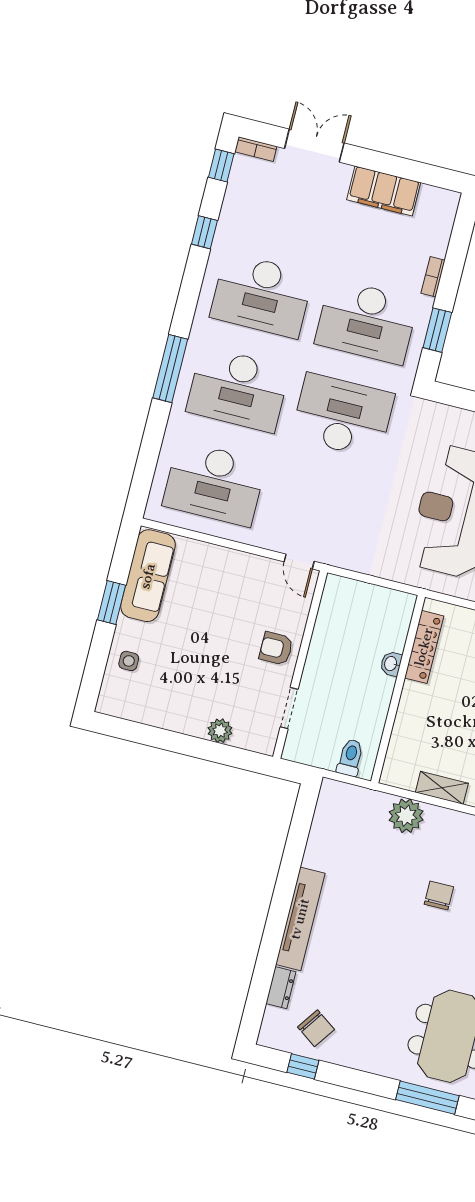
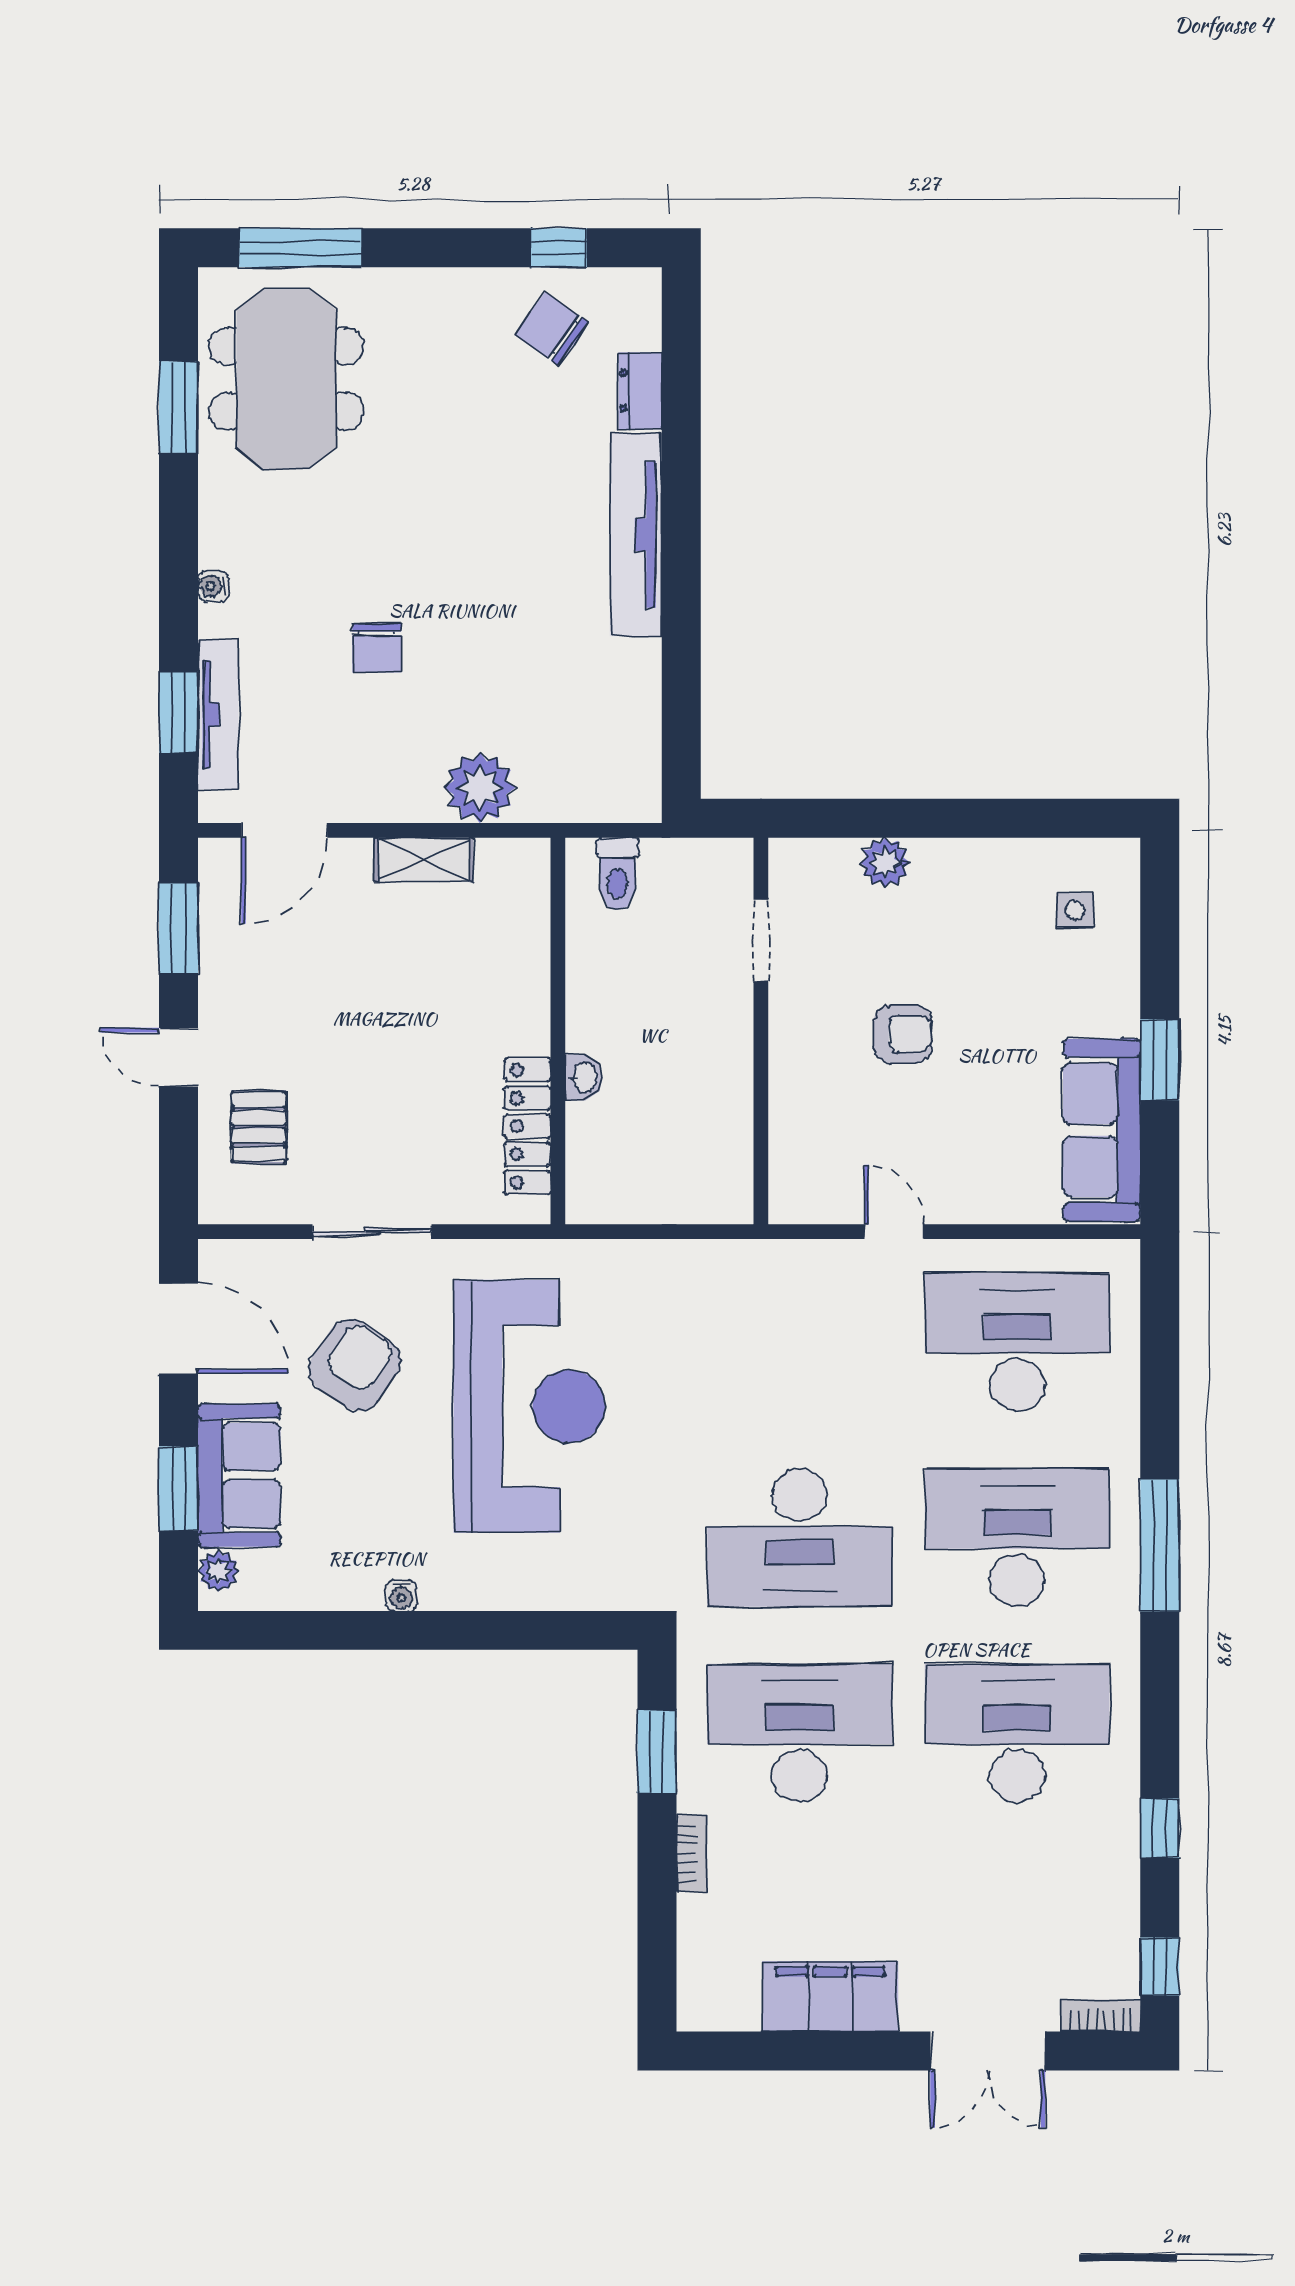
door: (299, 562) -> (894, 1232), moved
armchair: (276, 648) -> (903, 1034), moved
side table: (129, 661) -> (1075, 910), moved

